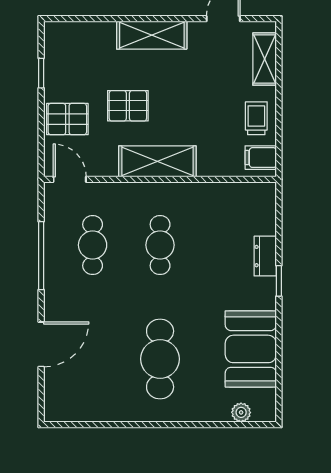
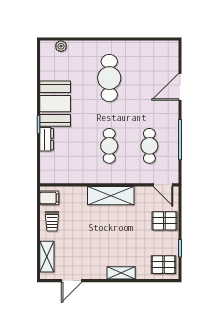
shelving: (152, 35) -> (121, 273), width x0.67, depth x0.75
pallet: (128, 106) -> (163, 265), moved
booth: (251, 349) -> (55, 104), moved

